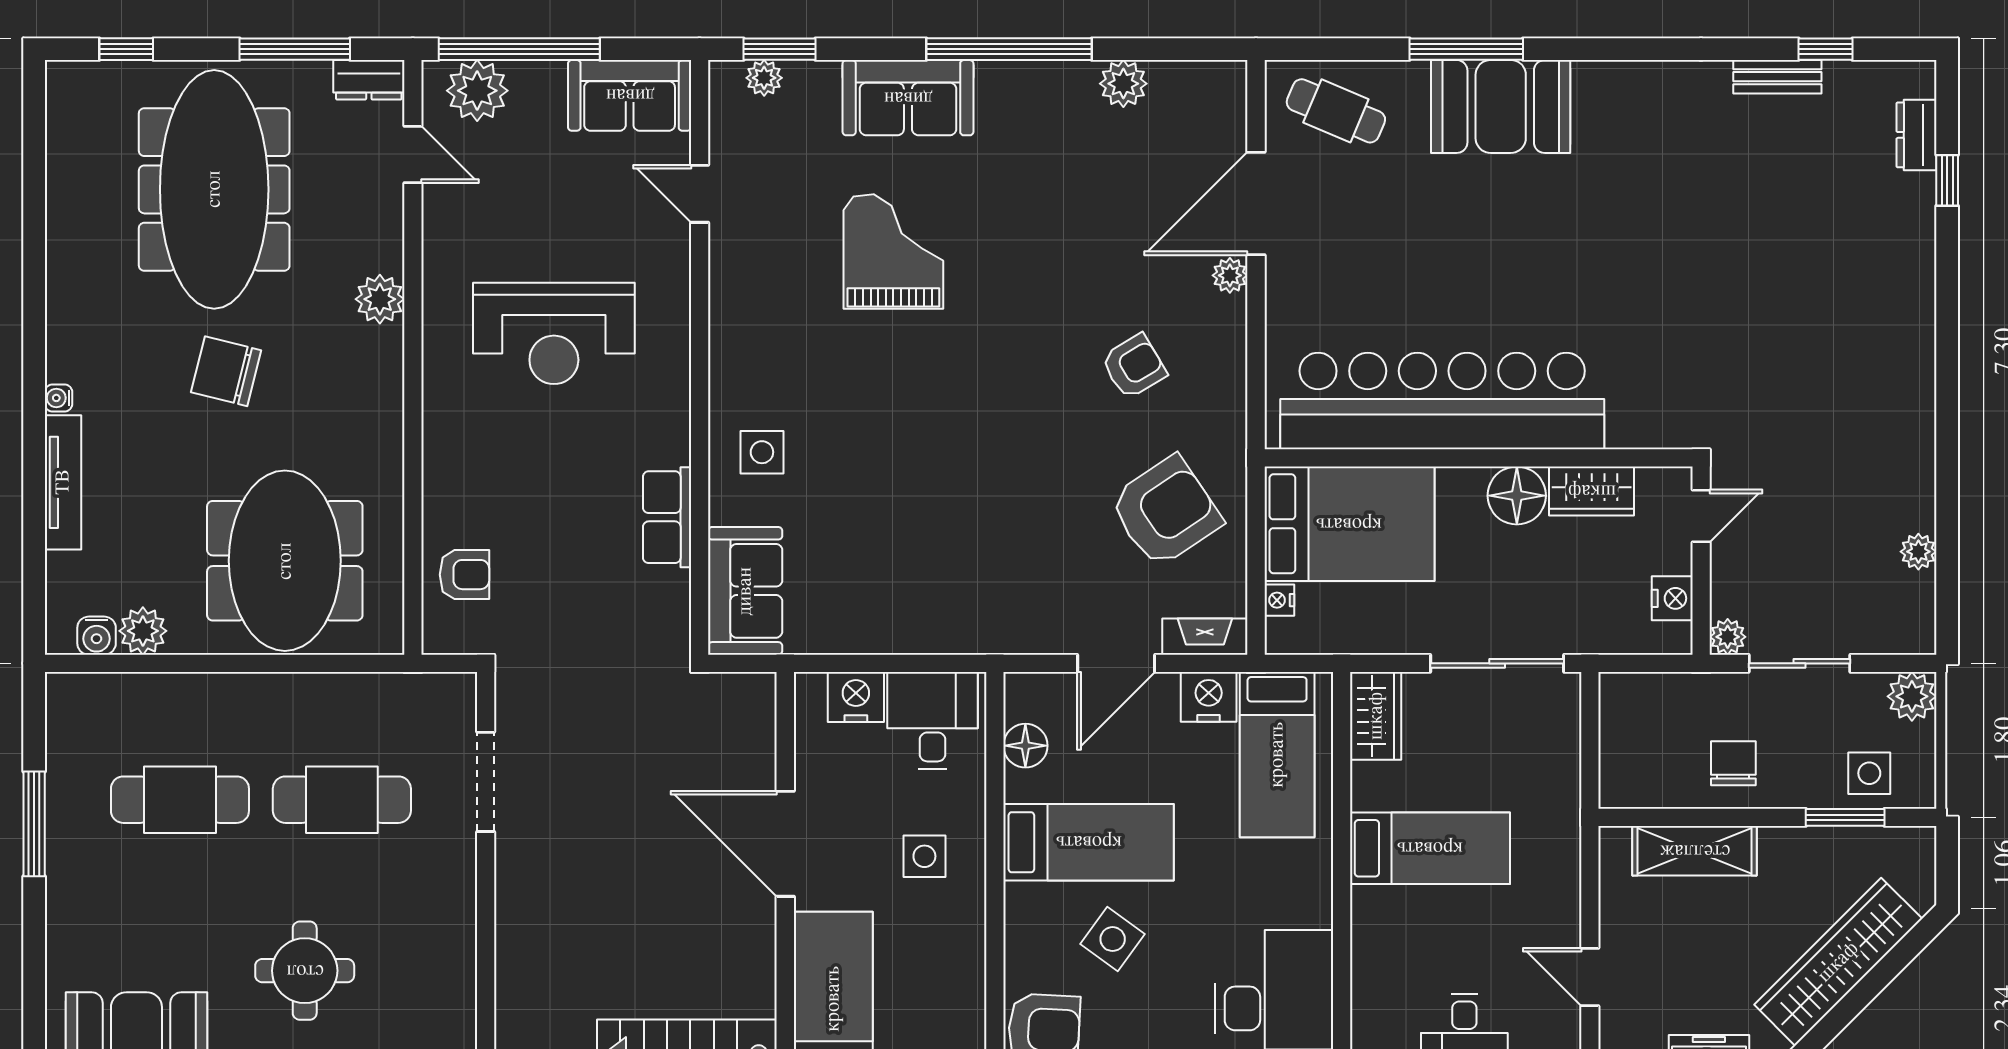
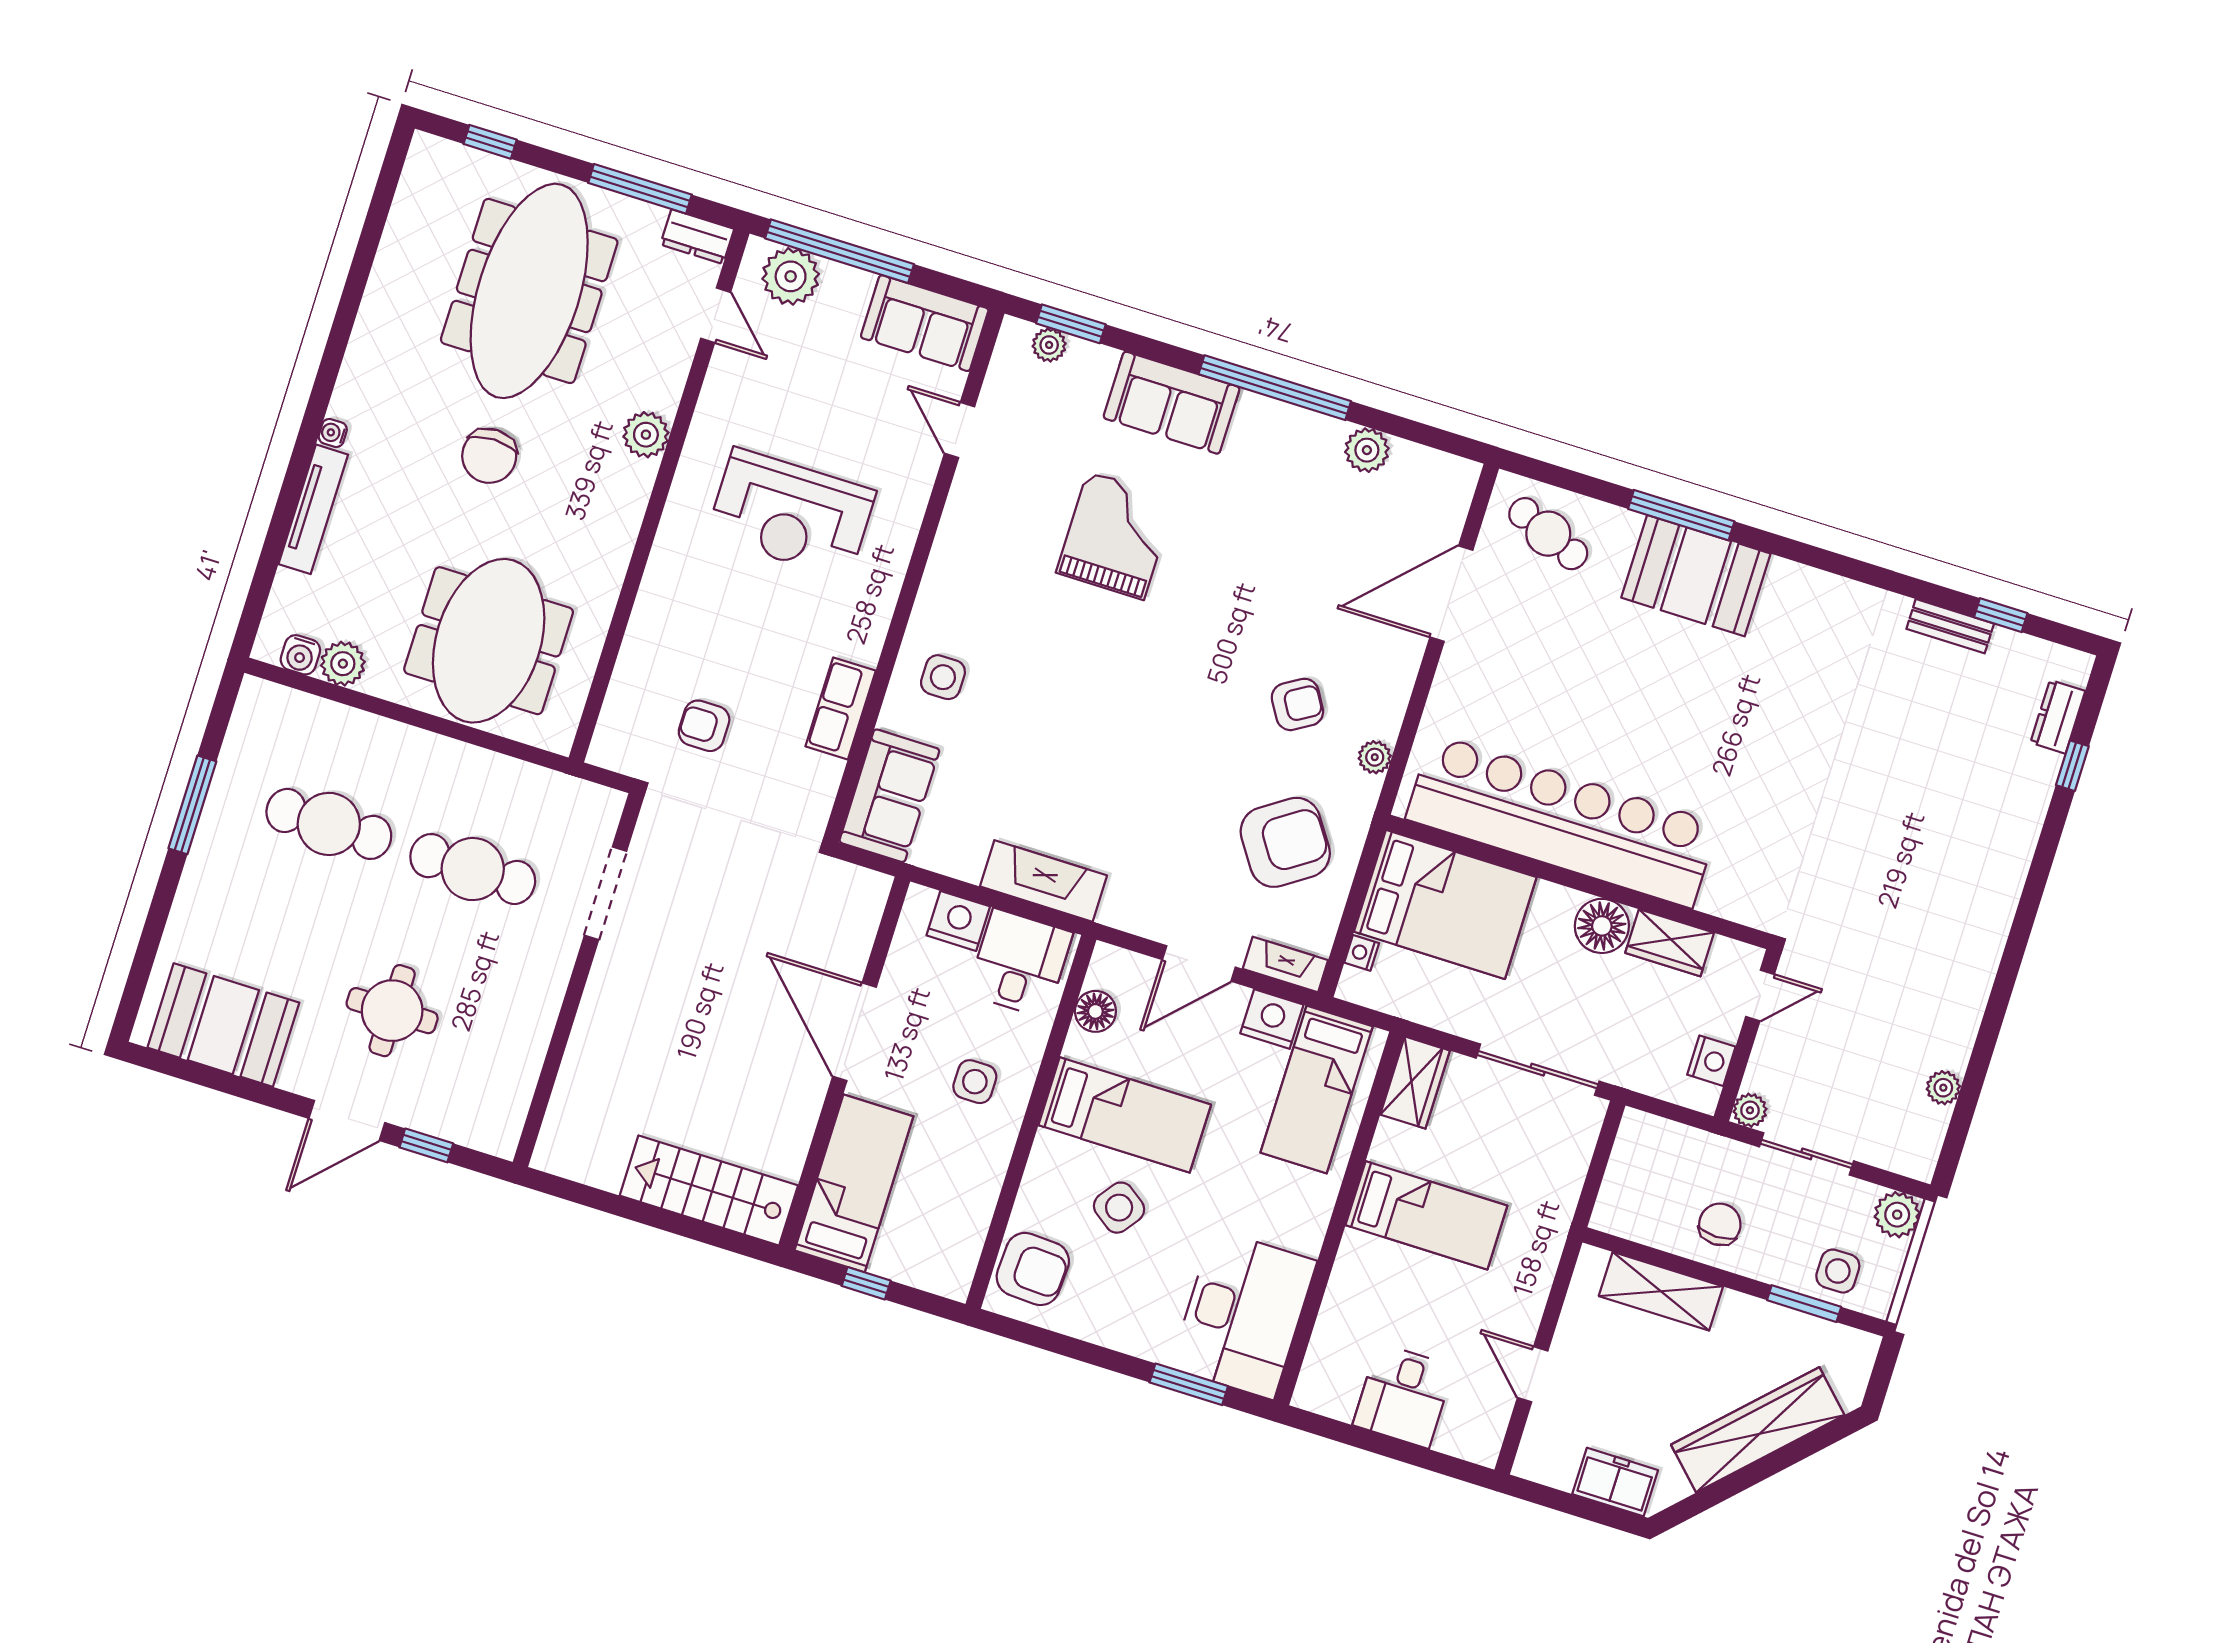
plant: (1230, 275) -> (1375, 757), moved
chair: (226, 371) -> (489, 456), turned -104
armchair: (464, 575) -> (704, 726), moved, turned 180
fireplace: (930, 629) -> (1043, 881), added

